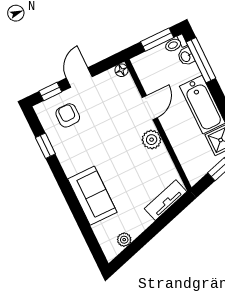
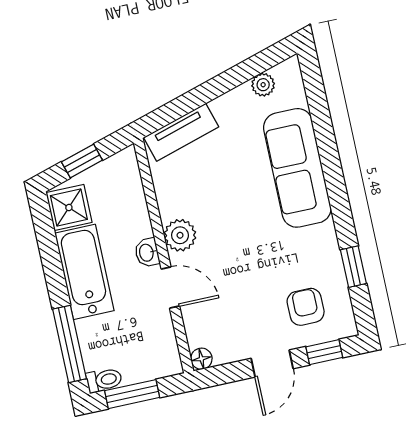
washbasin: (186, 57) -> (147, 253), moved, turned 180
door: (150, 108) -> (170, 288), swing flipped
armchair: (68, 115) -> (306, 307), turned 180
sofa: (92, 196) -> (297, 168), width x1.36

